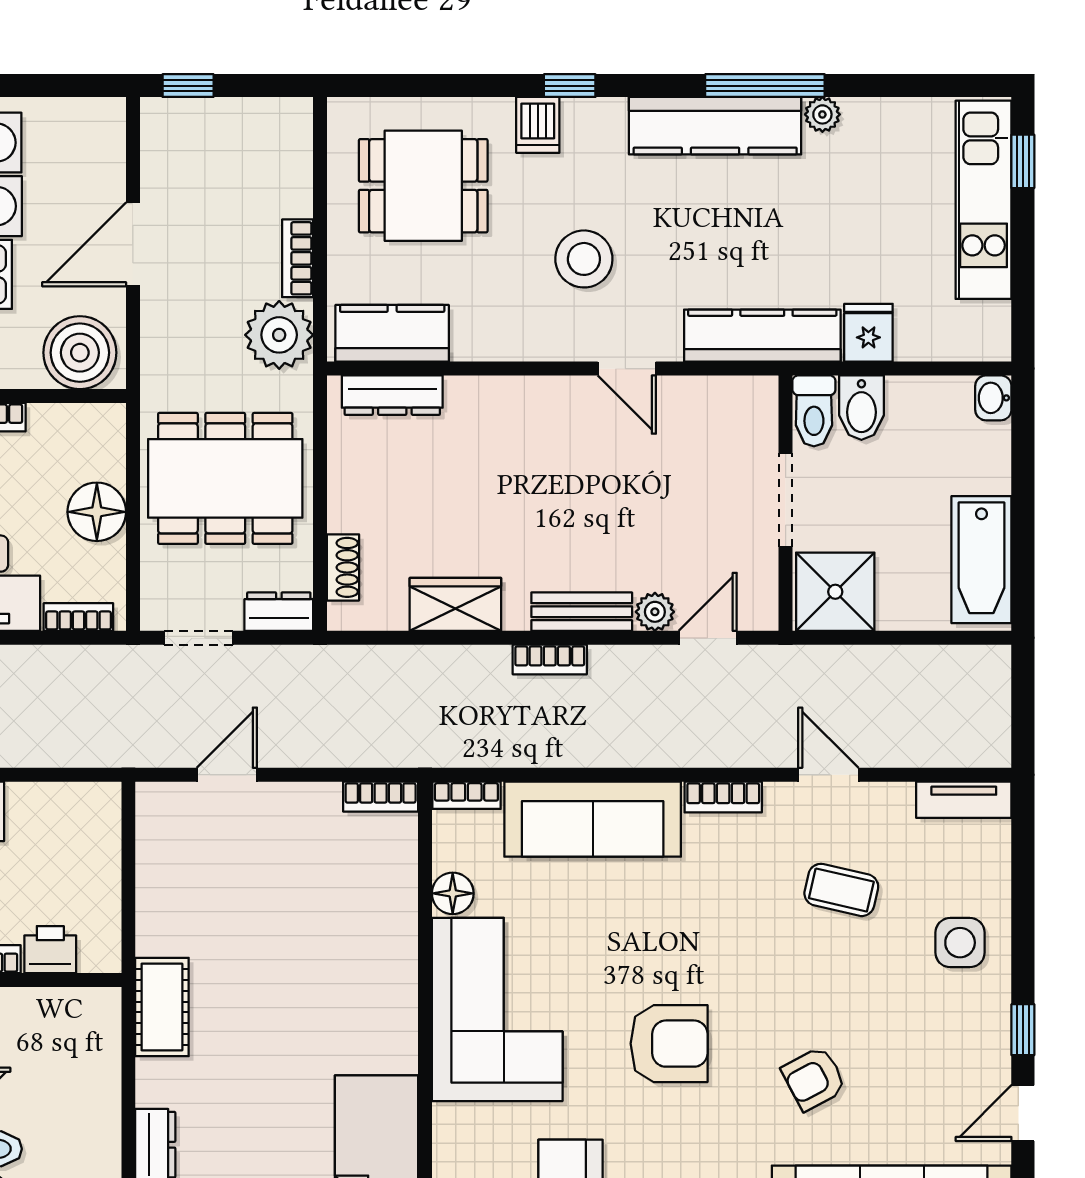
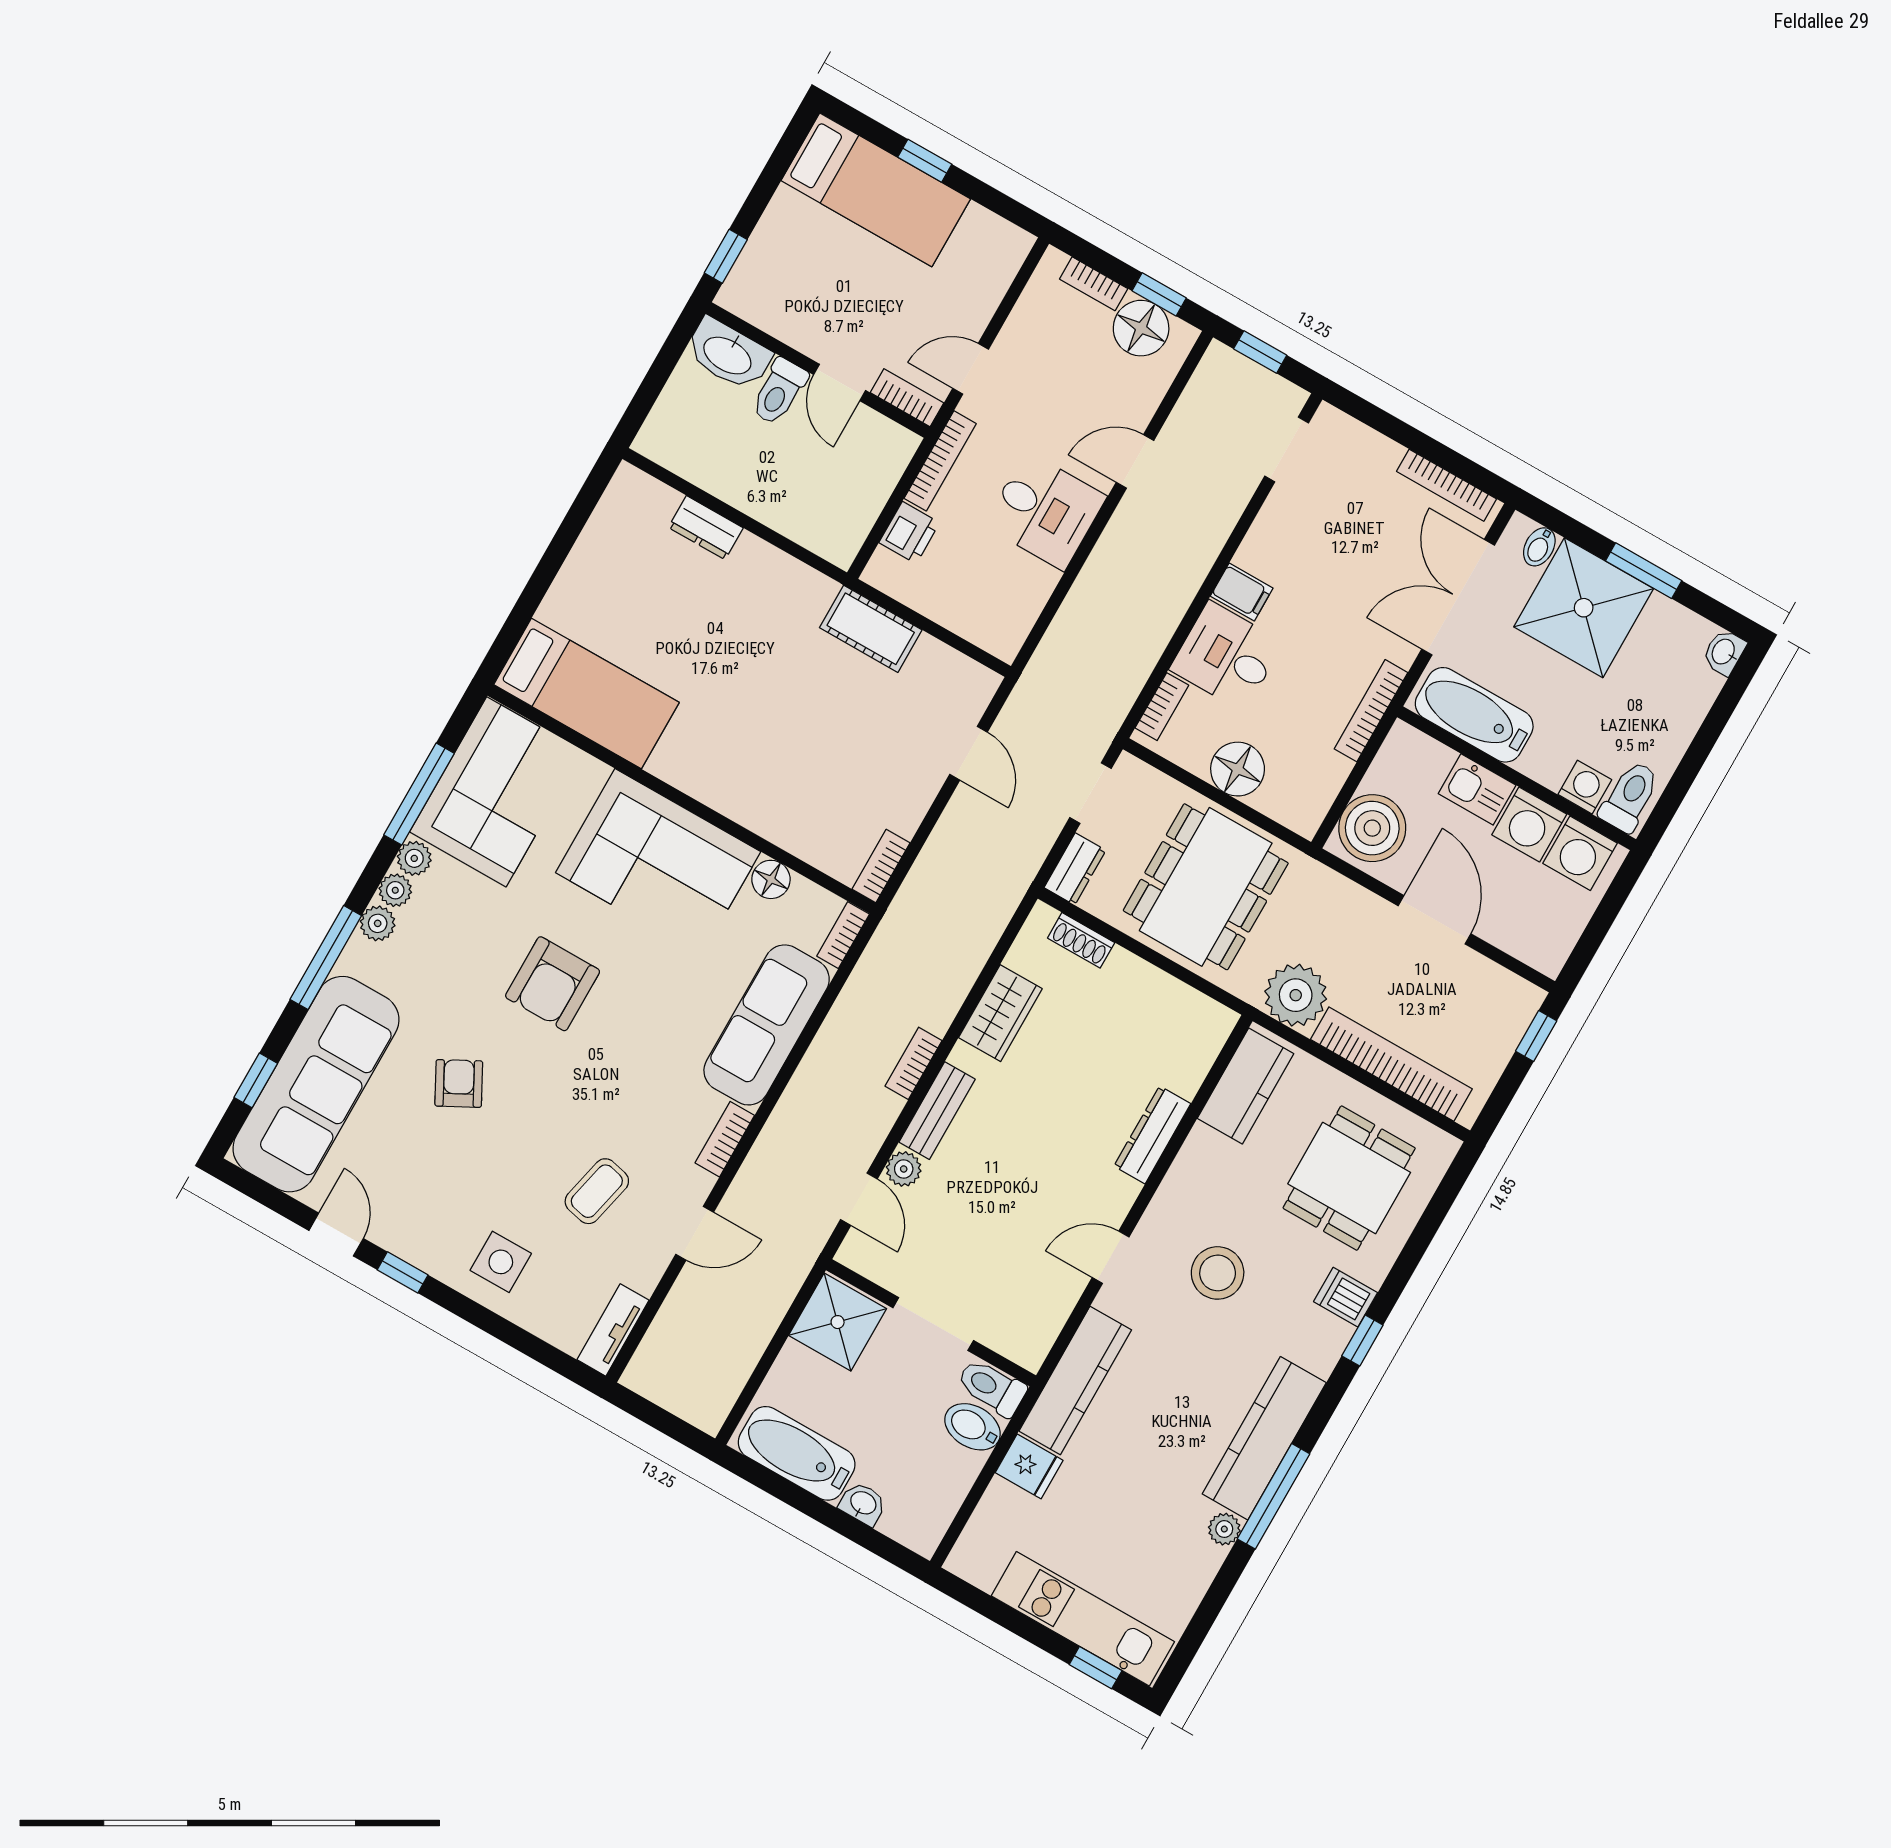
bookcase: (298, 258) -> (1391, 1064), width x2.31, depth x1.31
dresser: (392, 395) -> (1152, 1135), moved
washbasin: (993, 398) -> (863, 1504), moved
cot: (162, 1007) -> (871, 629), moved

